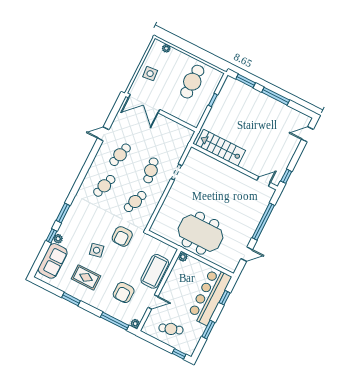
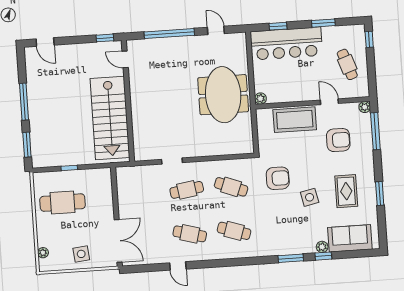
stairs: (221, 148) -> (110, 118), width x1.36, depth x1.51

